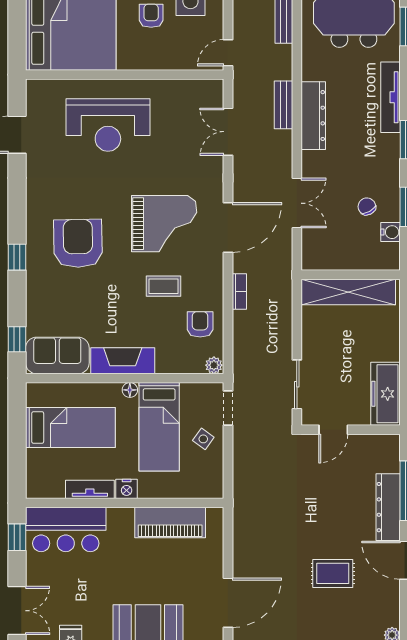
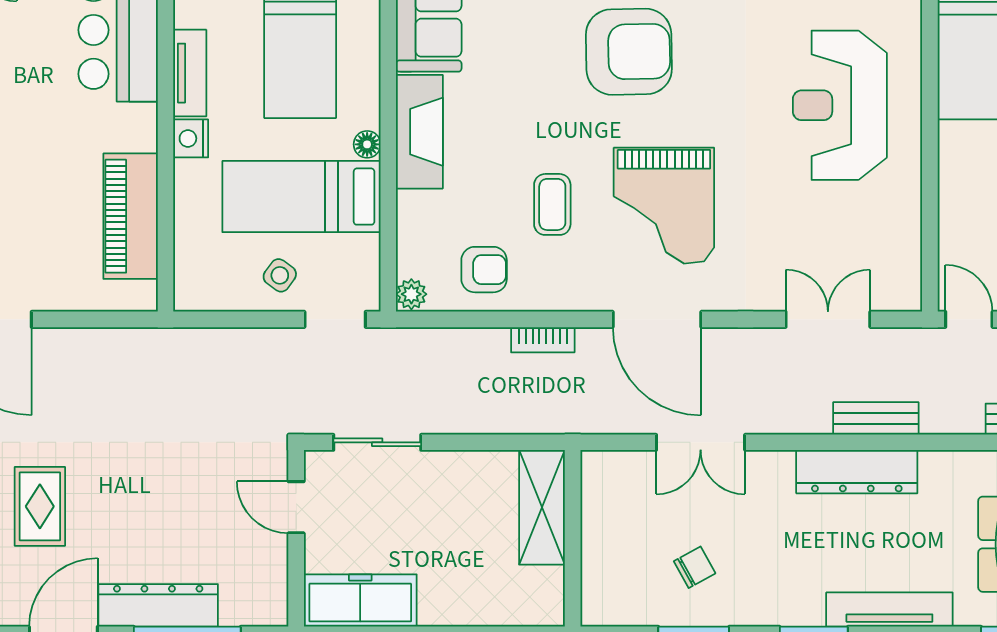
water cooler: (391, 232) -> (649, 609), removed
shelving: (348, 292) -> (542, 507), width x0.68

